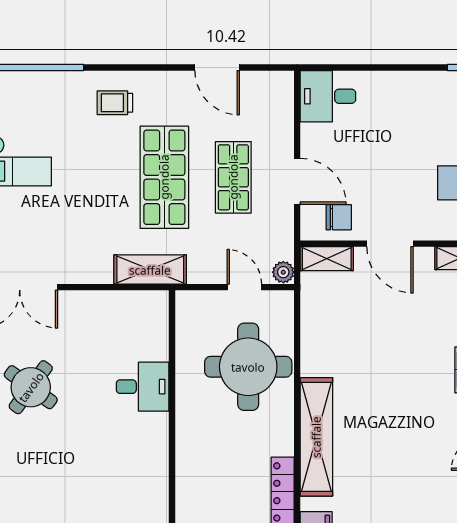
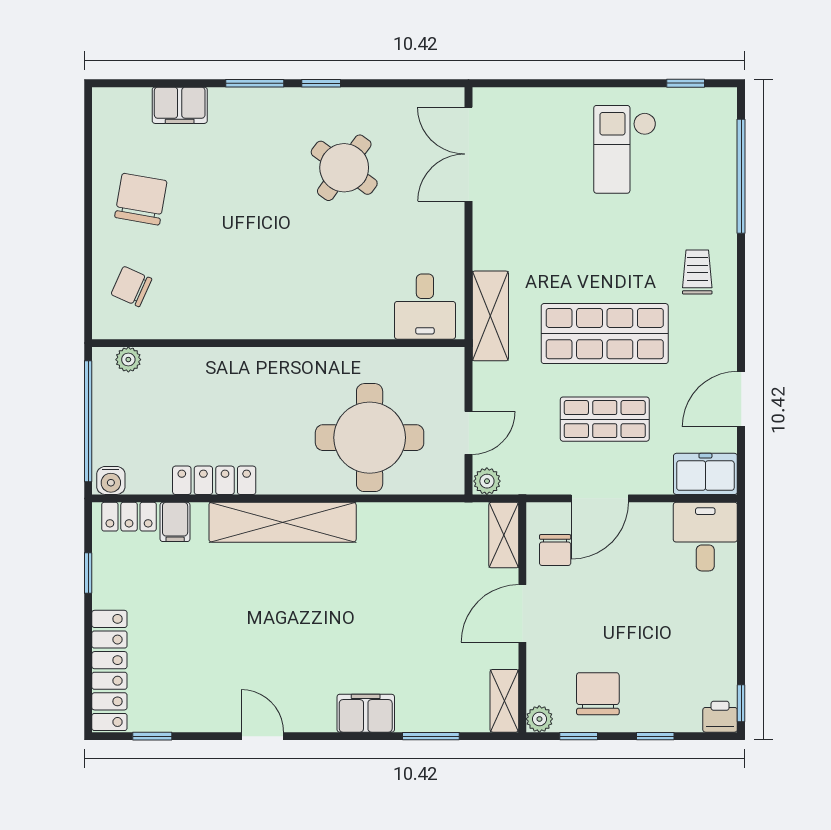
freezer: (277, 96) -> (705, 474), added
desk: (143, 387) -> (425, 307), moved

